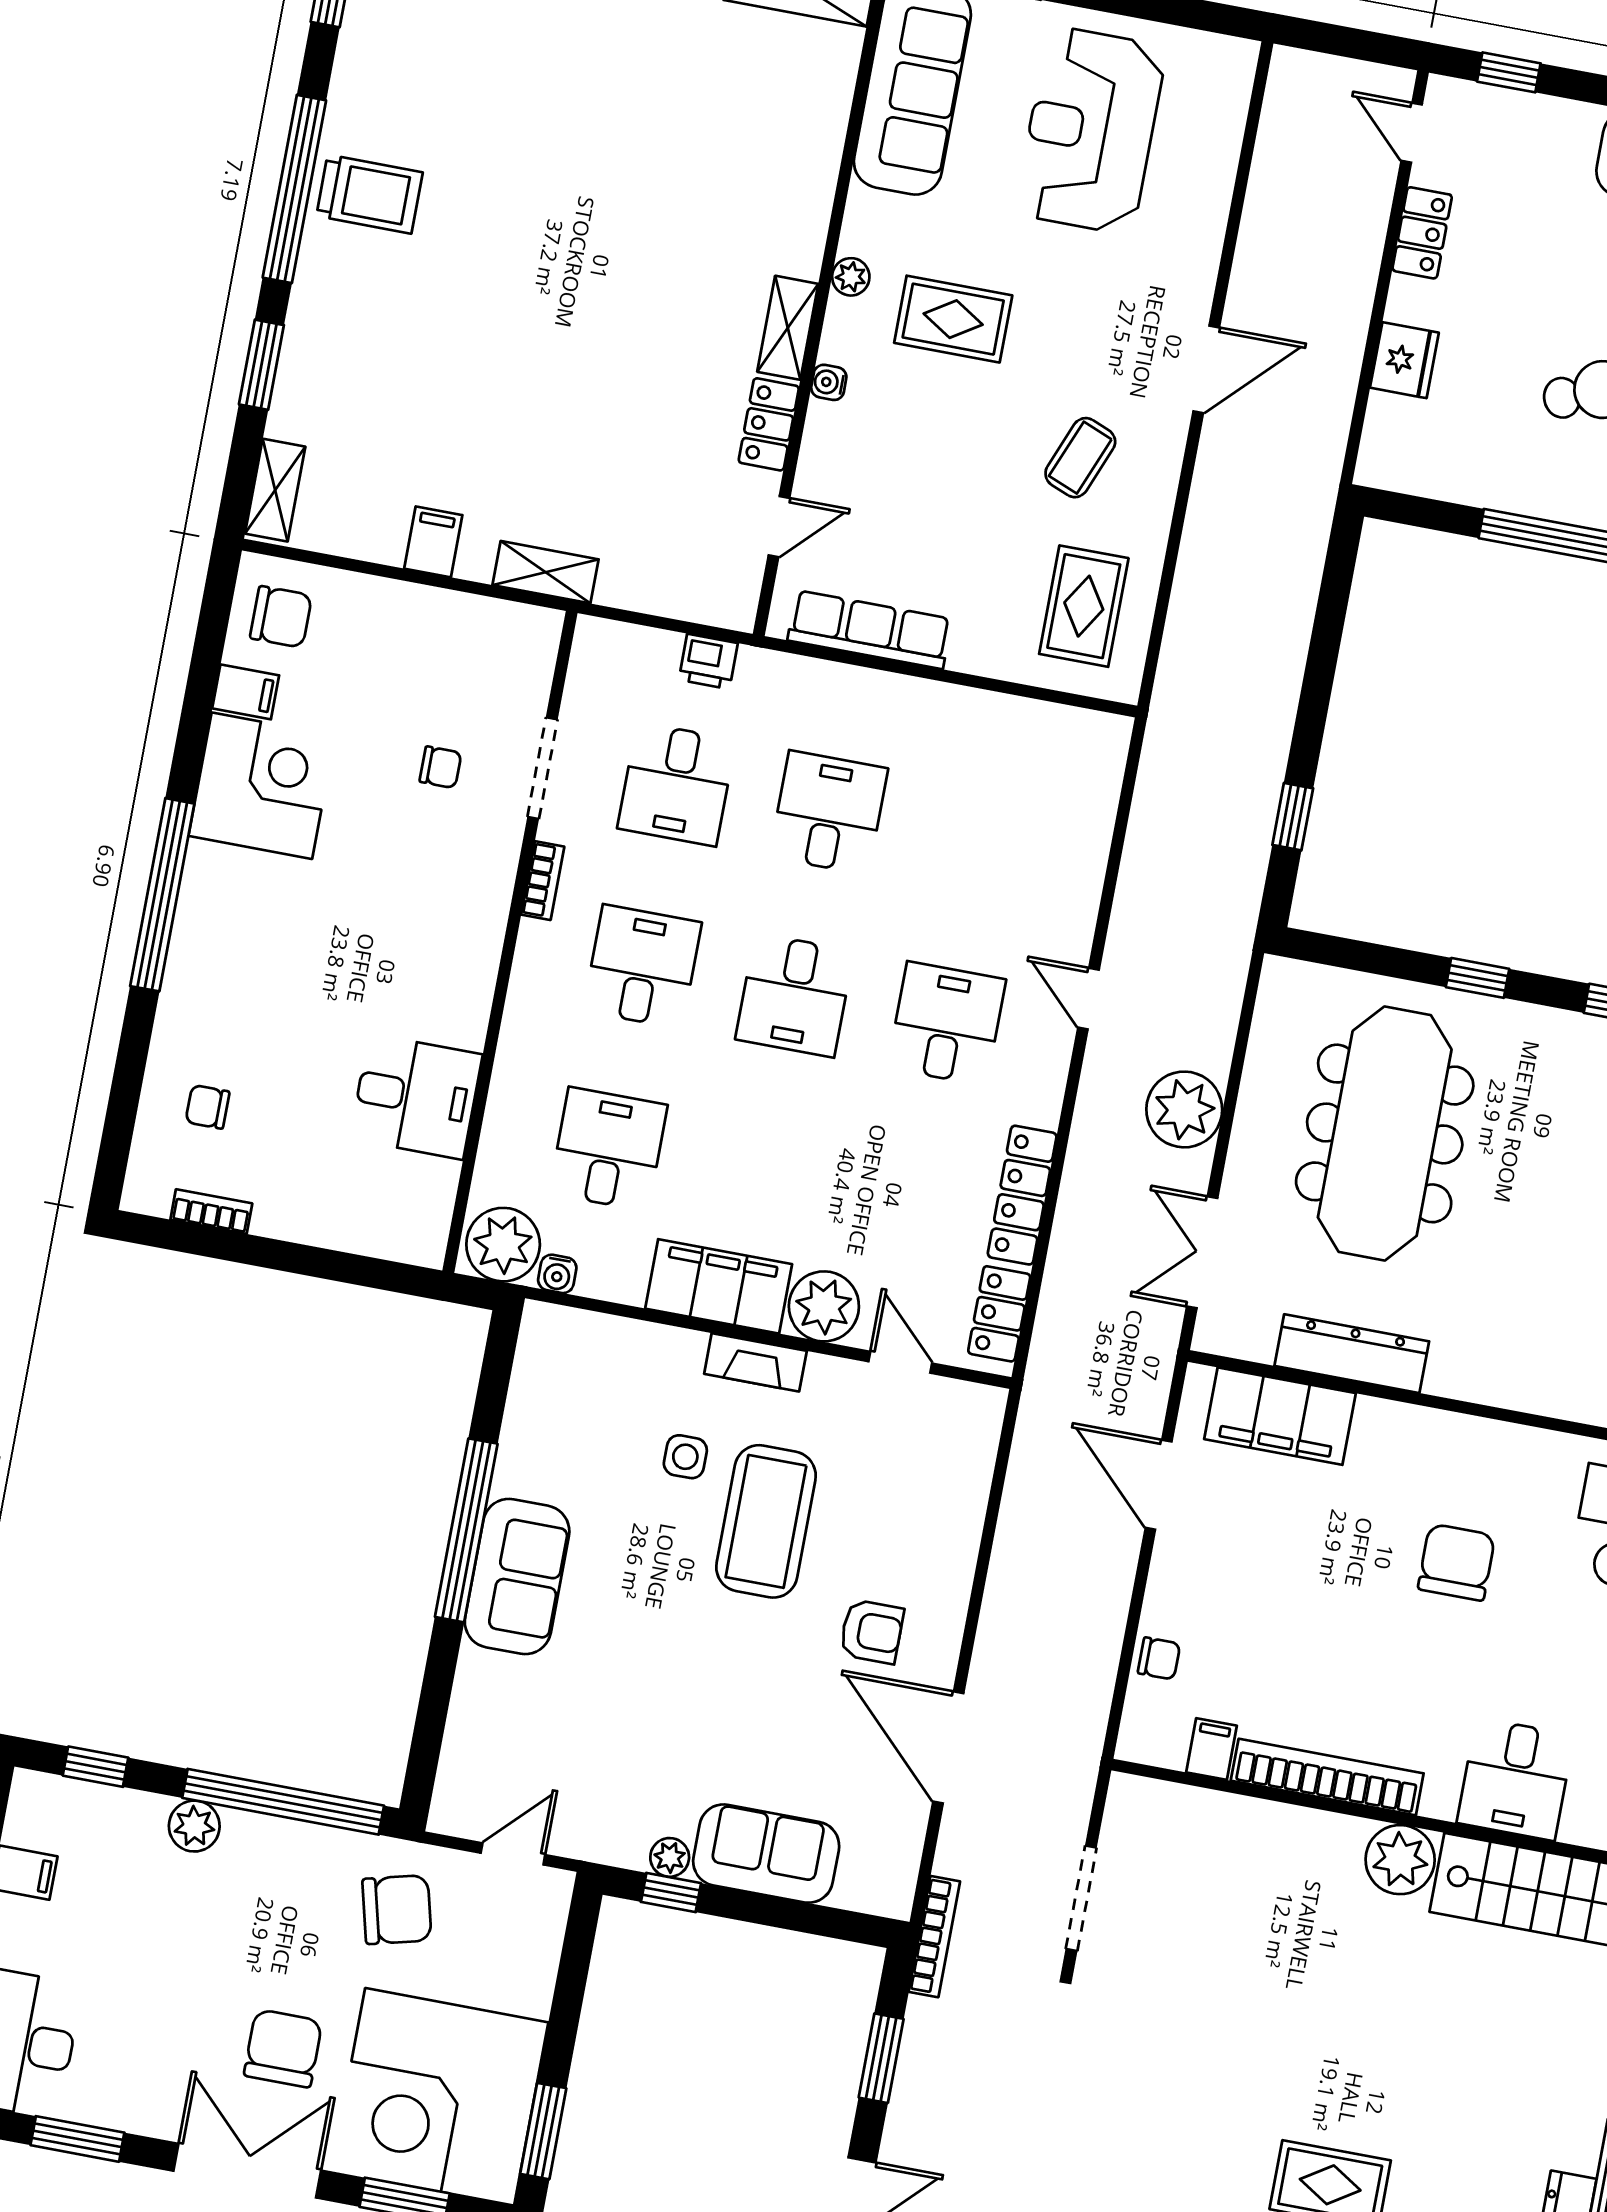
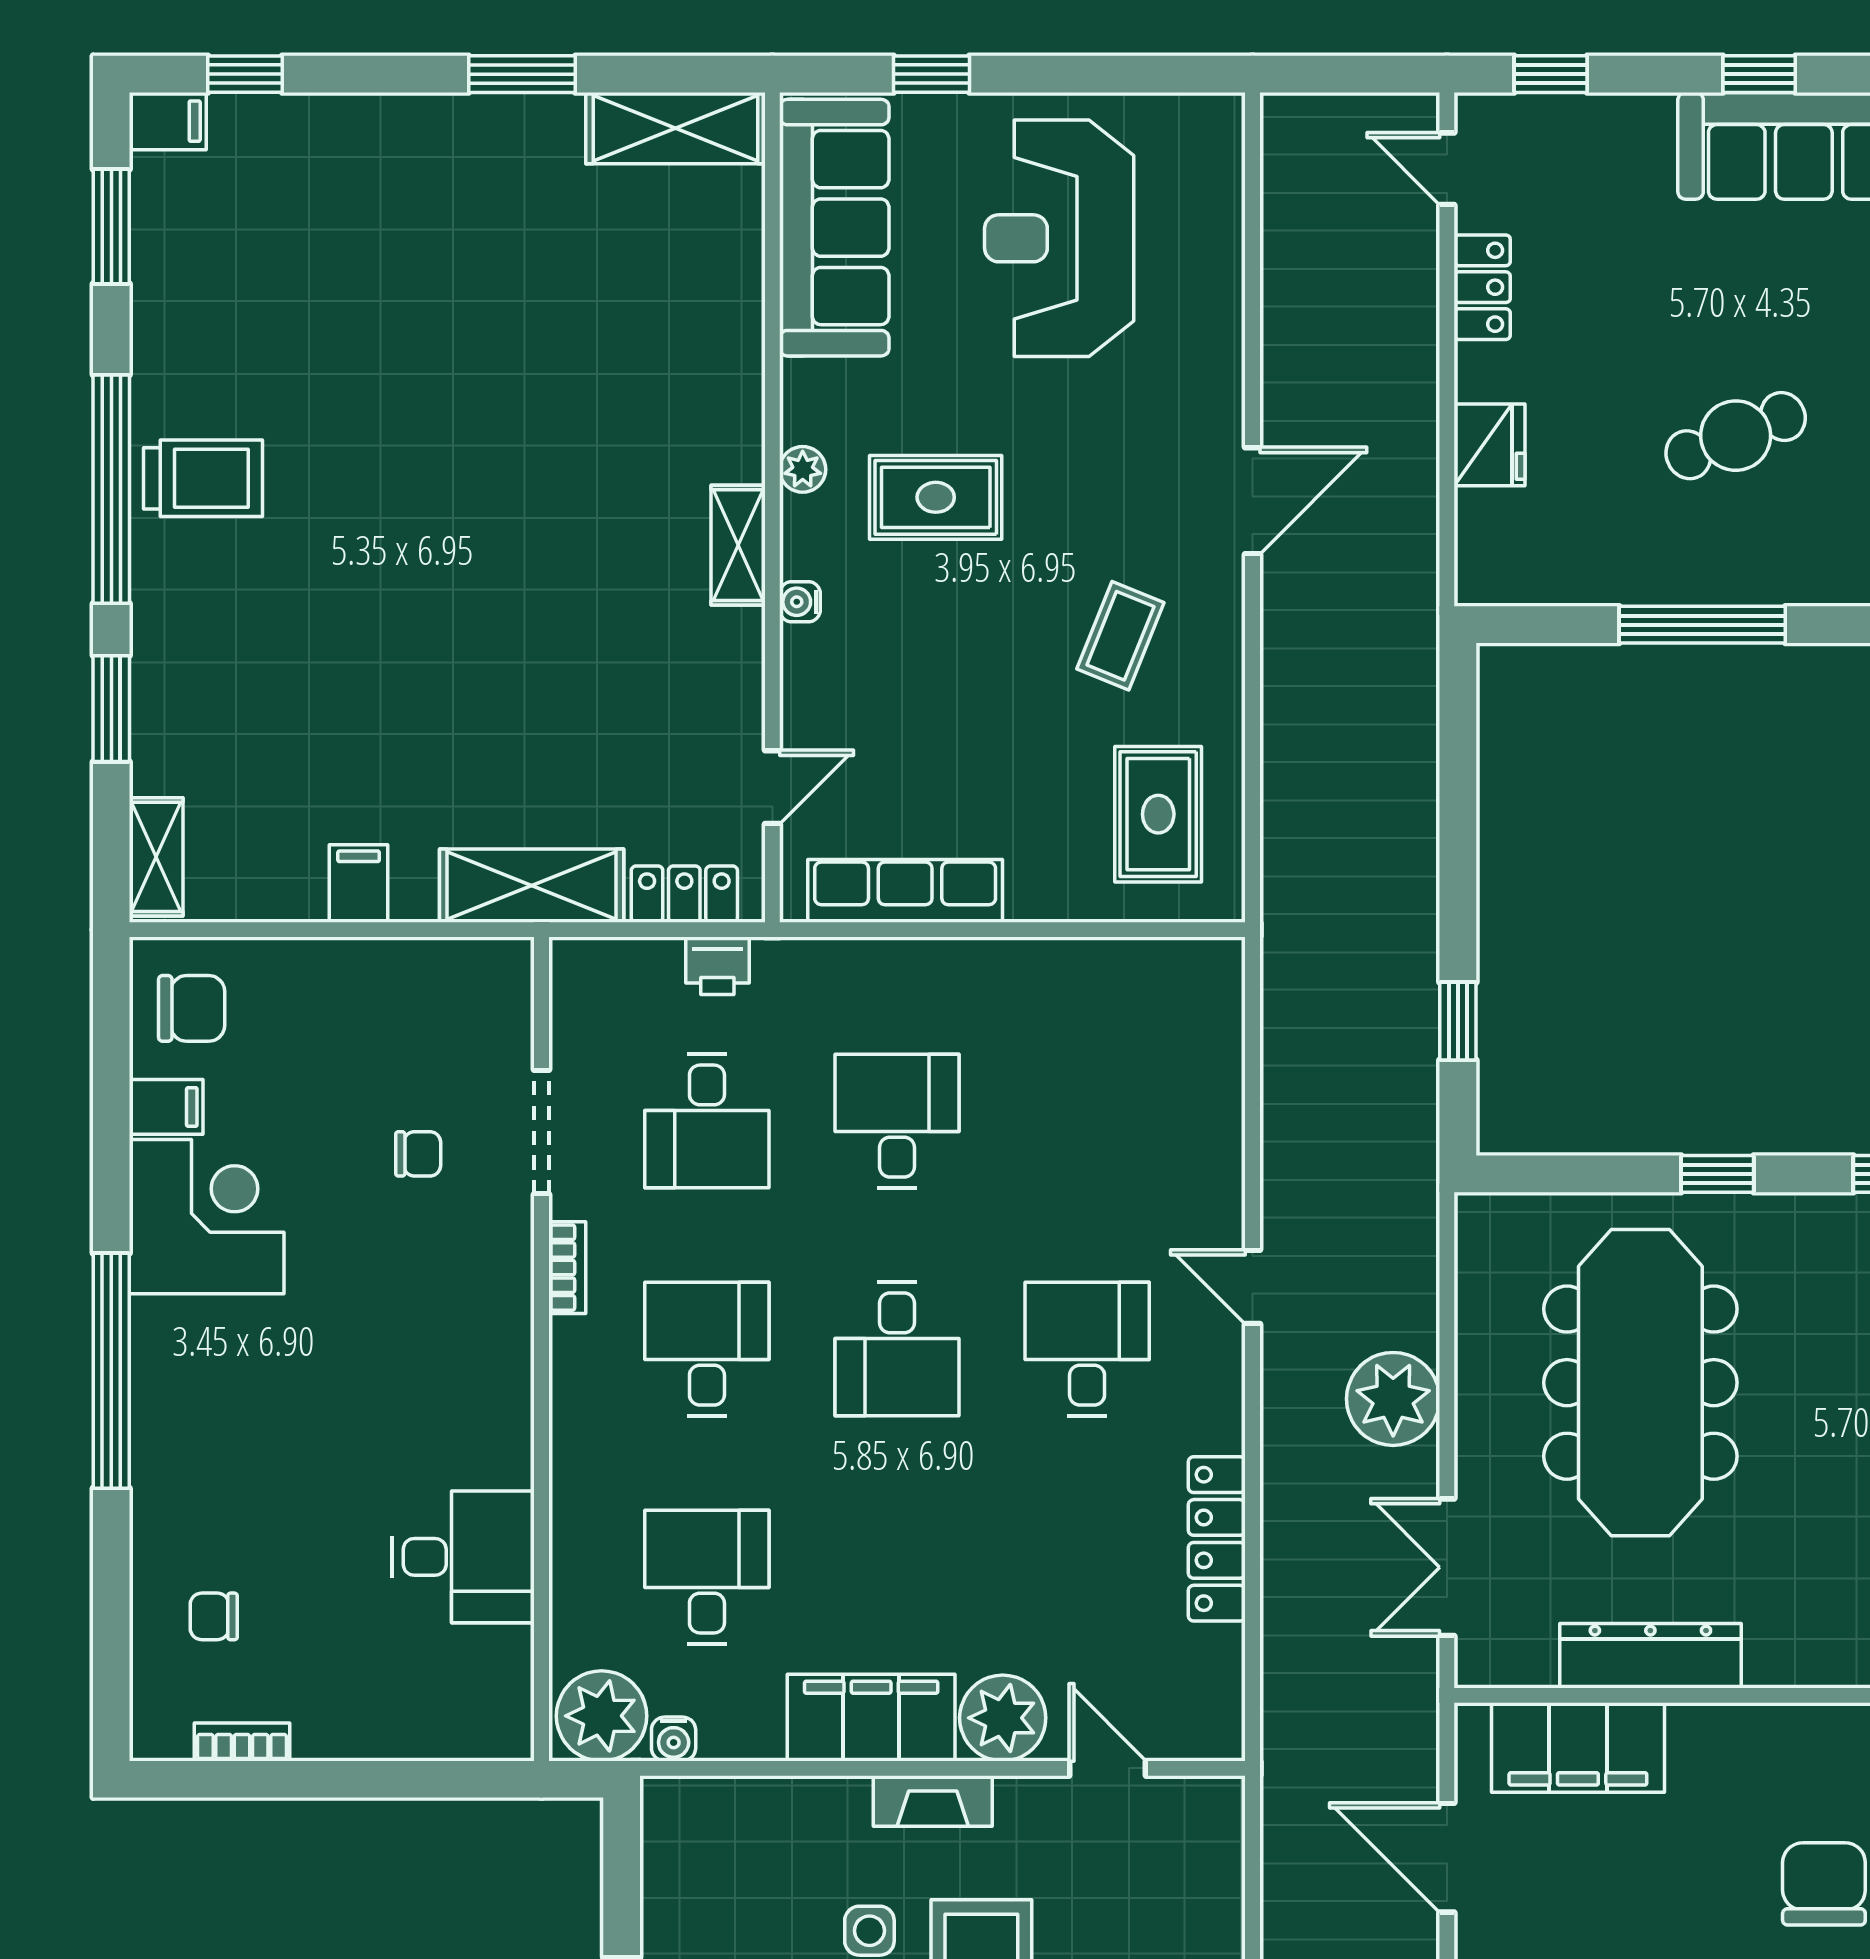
locker: (769, 424) -> (684, 894), moved, turned 90
shelving: (546, 572) -> (532, 886), width x1.50, depth x1.33
locker: (999, 1314) -> (1216, 1687), removed

